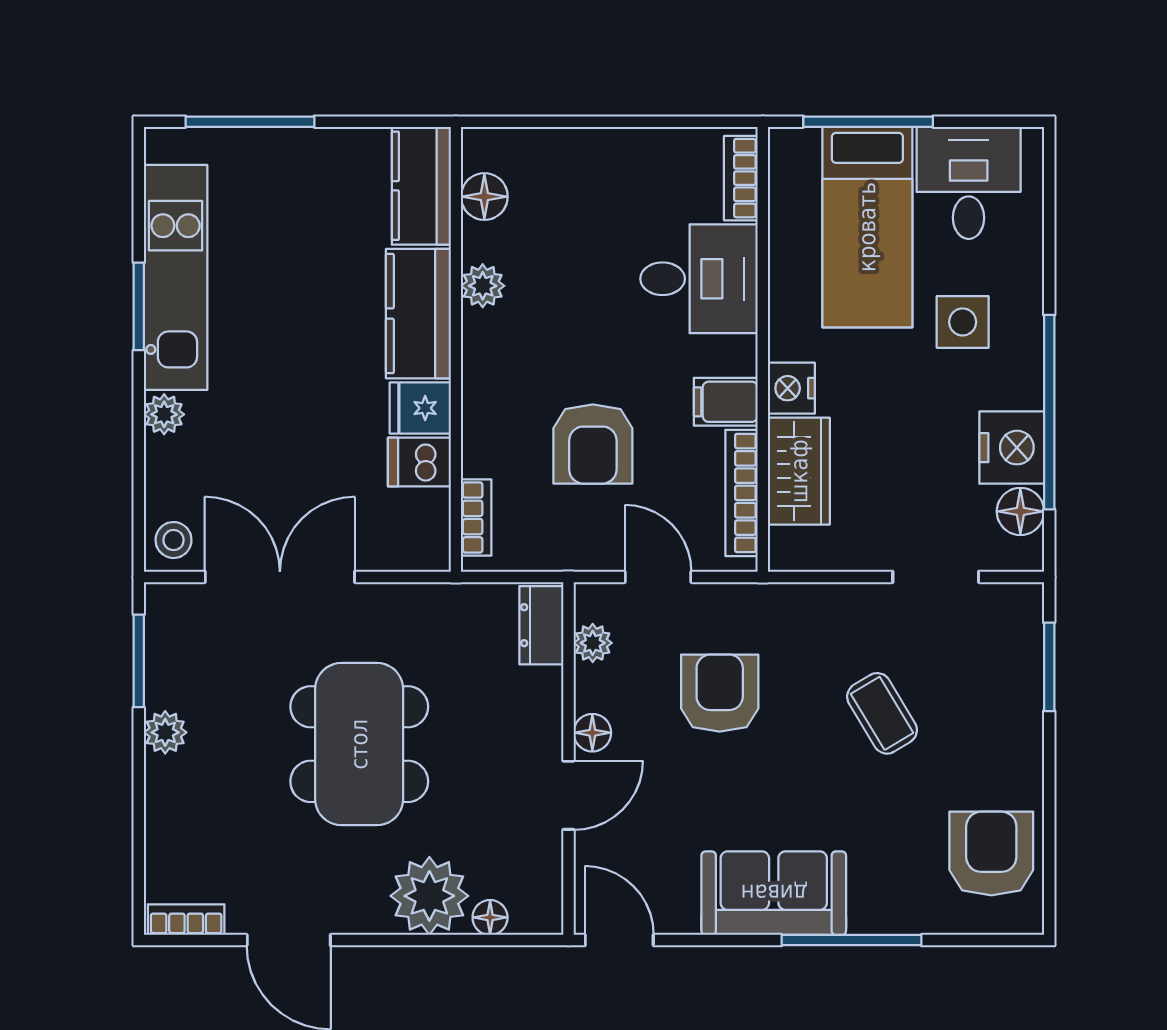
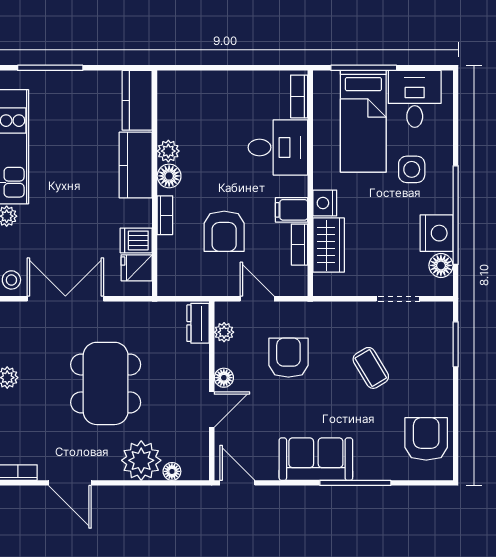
floor lamp: (484, 197) -> (169, 176), moved
fridge: (420, 408) -> (137, 268), moved
bookcase: (742, 493) -> (300, 245), width x0.64
bookcase: (476, 517) -> (165, 215), moved

